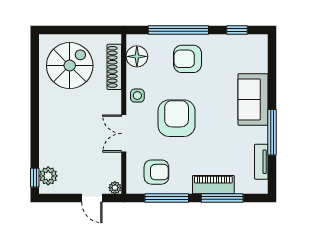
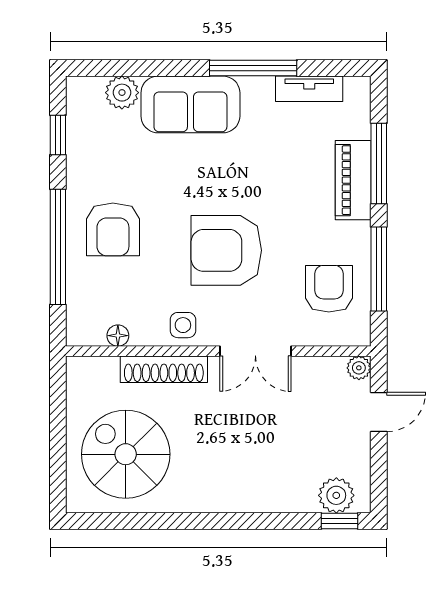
floor lamp: (137, 56) -> (118, 336), width x0.53, depth x0.53
plant: (259, 64) -> (122, 93), added
shoe rack: (114, 67) -> (164, 369), moved

